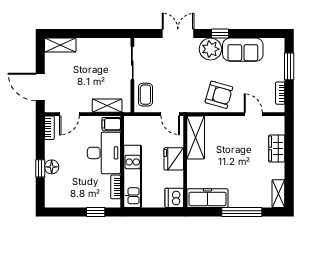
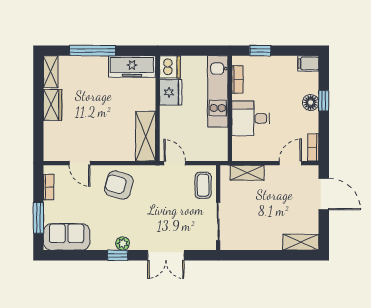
plant: (210, 49) -> (123, 243), width x0.53, depth x0.53
sofa: (243, 50) -> (67, 237), moved
filing cabinet: (111, 124) -> (308, 63), moved, turned 180
wardrobe: (277, 149) -> (53, 105), moved
desk: (104, 153) -> (251, 118), width x0.73
fridge: (174, 159) -> (171, 92), moved

